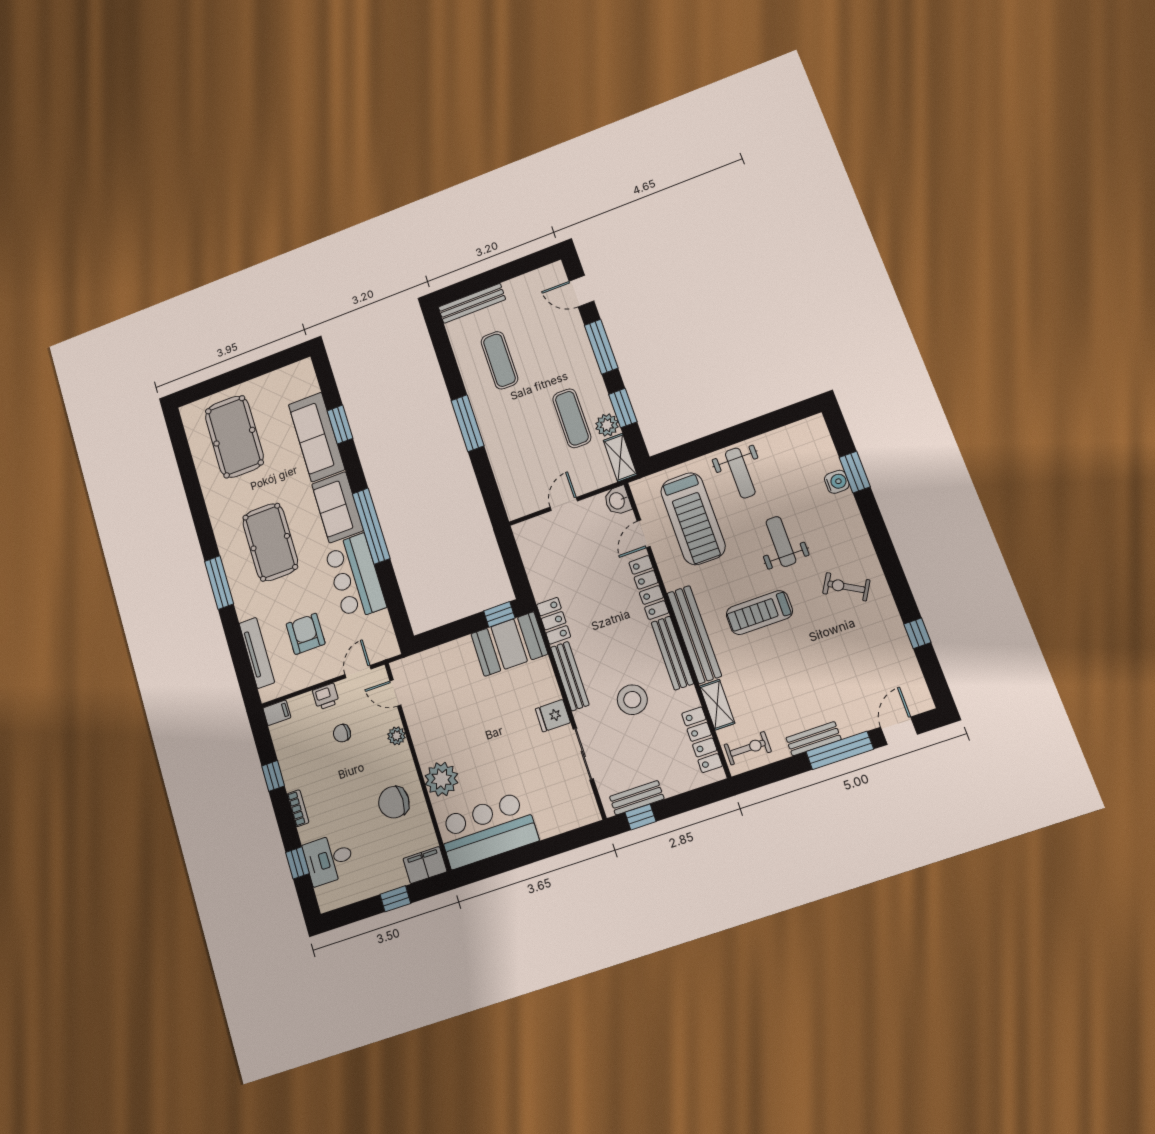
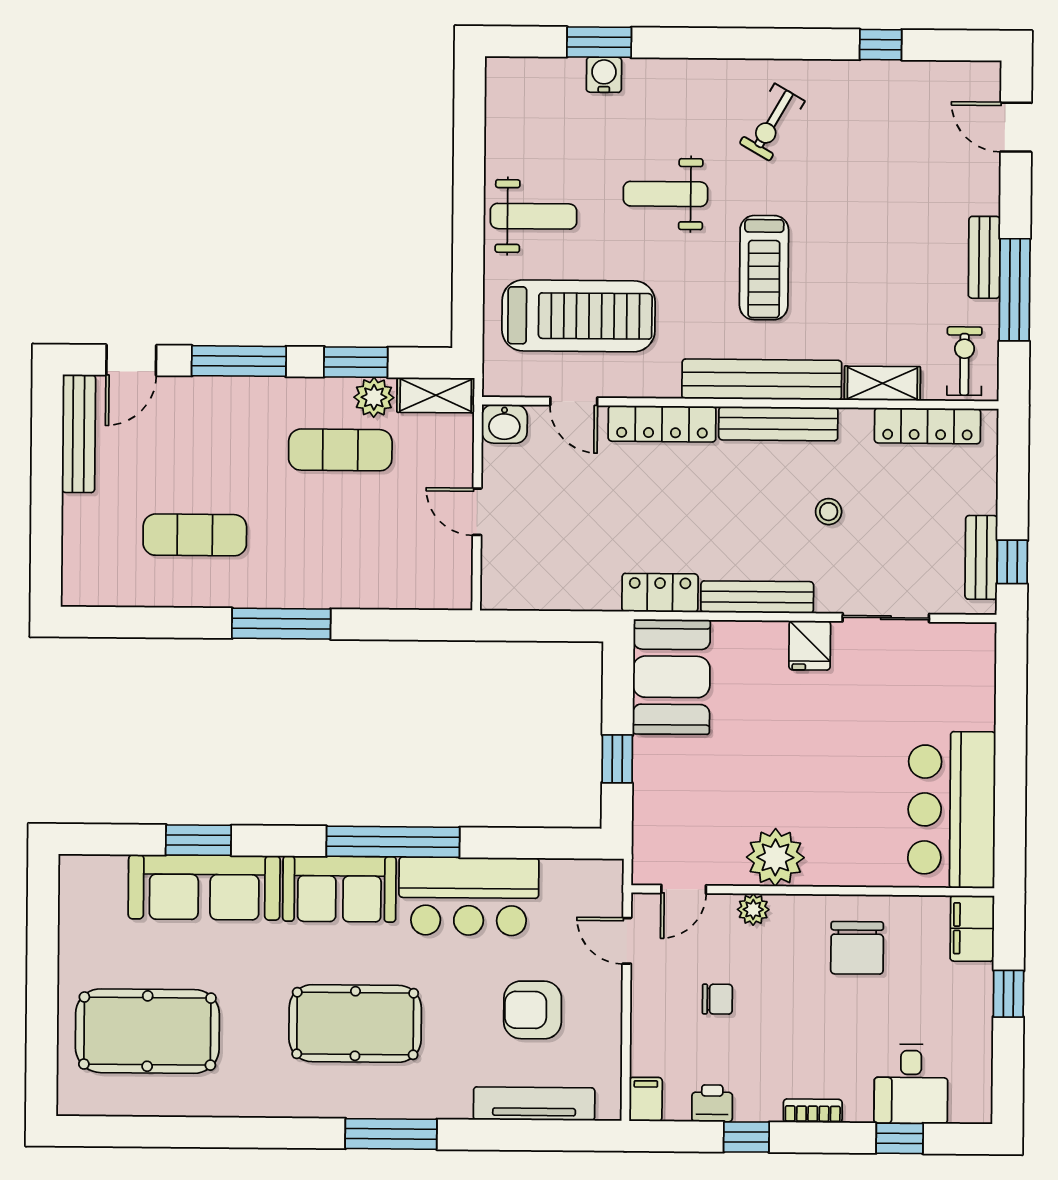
bench: (472, 303) -> (79, 434), moved
window: (499, 614) -> (617, 759), moved
printer: (326, 697) -> (712, 1103), moved, turned -90
stool: (632, 700) -> (829, 512), width x0.53, depth x0.53
chair: (342, 733) -> (717, 999), turned -90
window: (840, 750) -> (1015, 290), moved
plant: (441, 779) -> (775, 857), moved

